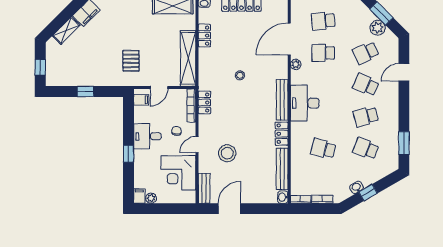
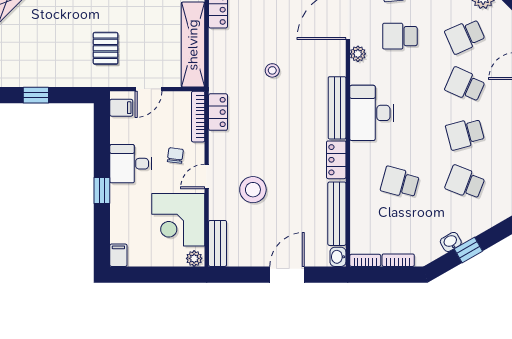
plant: (151, 198) -> (194, 258), moved
door: (229, 209) -> (287, 275), moved

